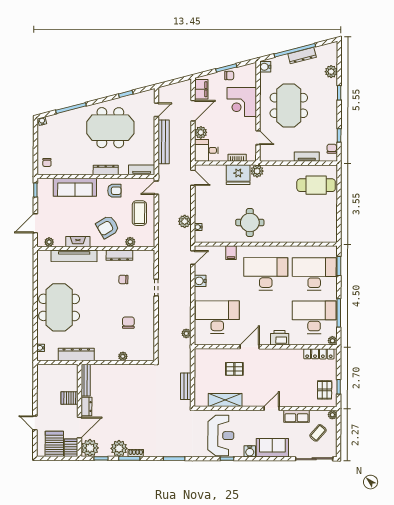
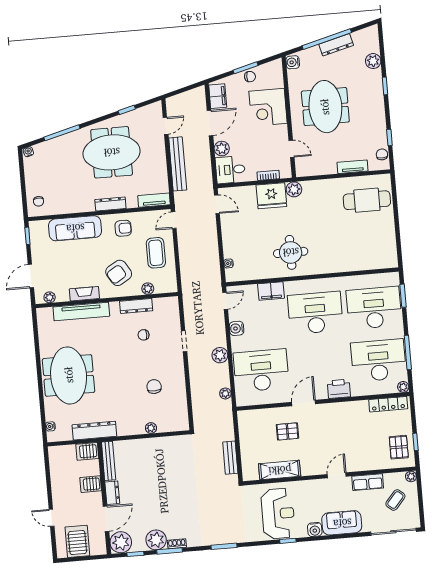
plant: (185, 221) -> (220, 355), moved
filing cabinet: (231, 253) -> (271, 291), width x2.00
server rack: (71, 448) -> (87, 451), moved, turned -90

